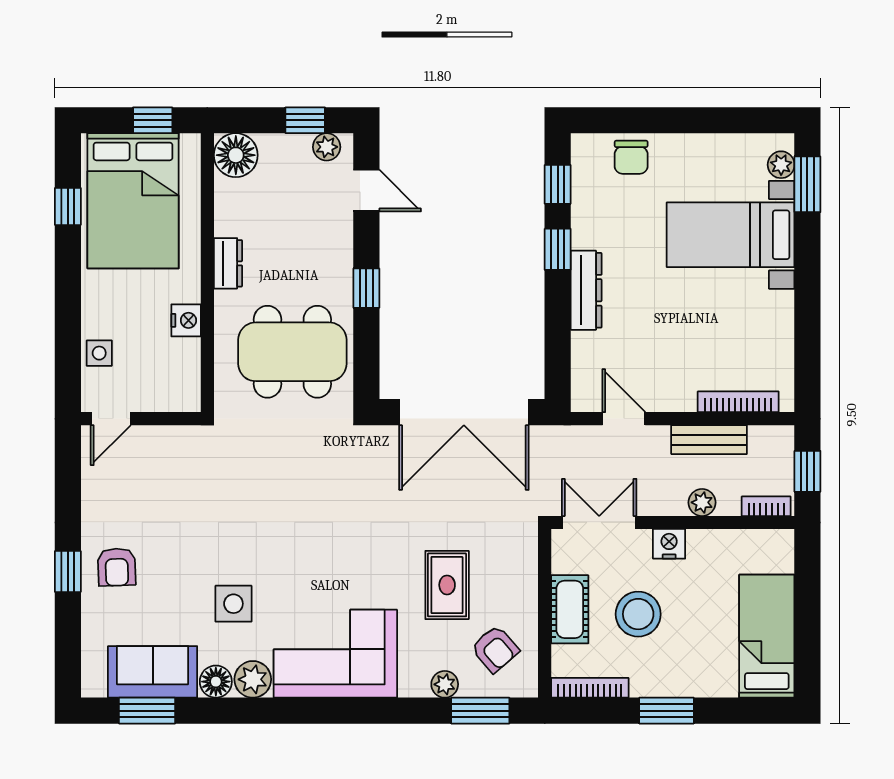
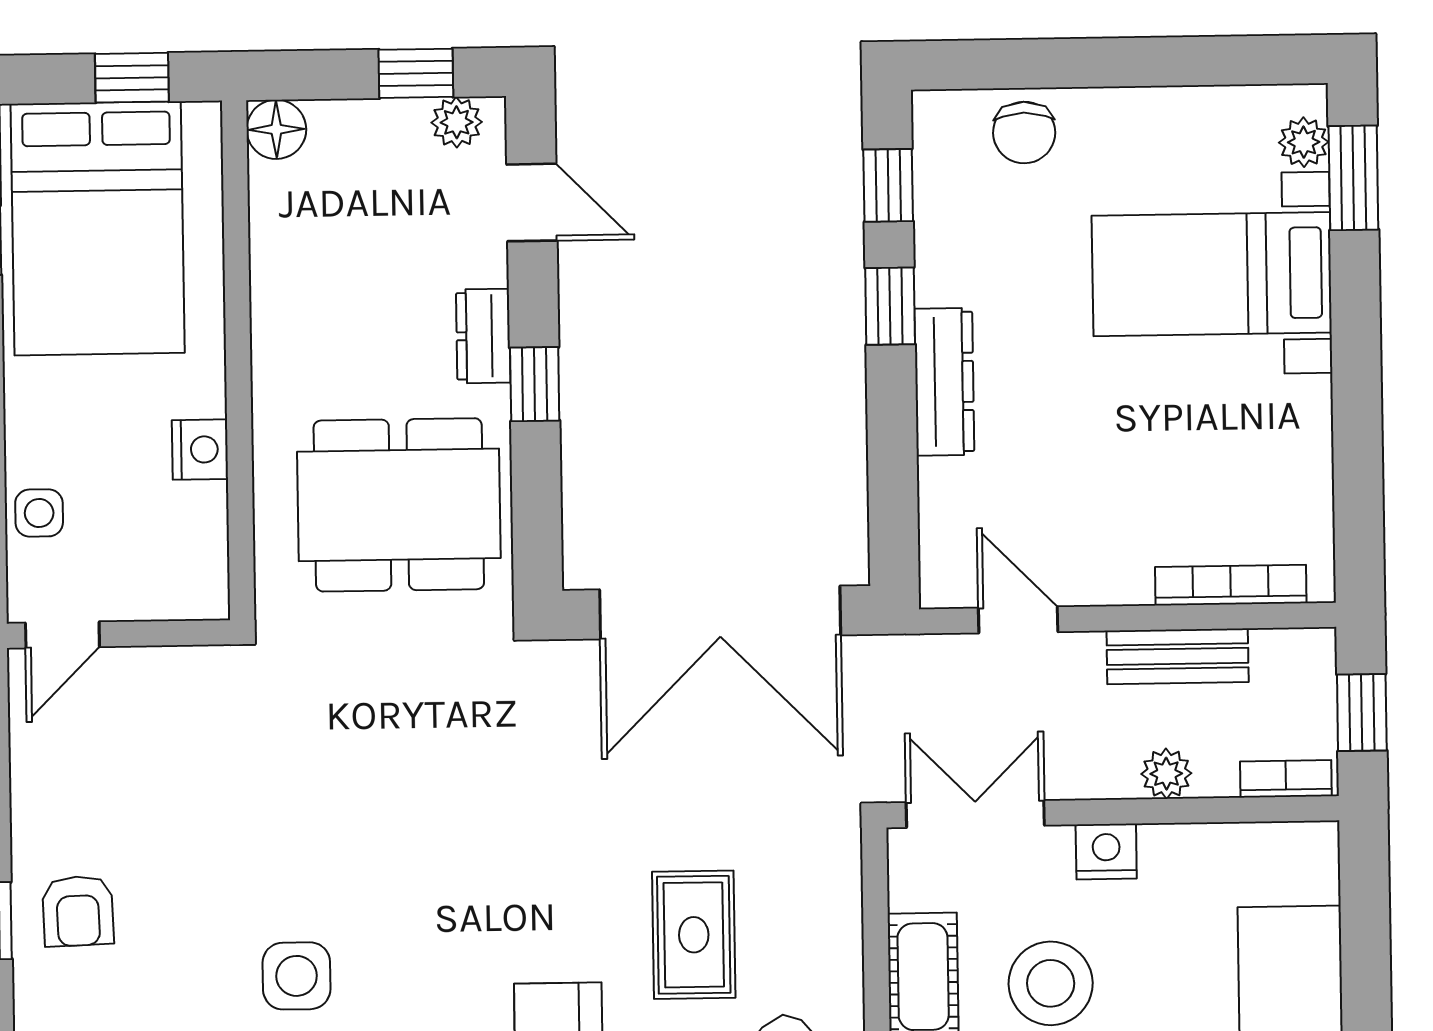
floor lamp: (236, 155) -> (276, 129), width x0.73, depth x0.73
dresser: (228, 263) -> (483, 336), moved, turned 180

